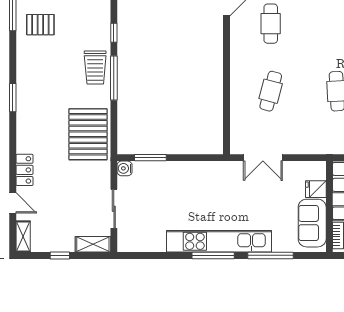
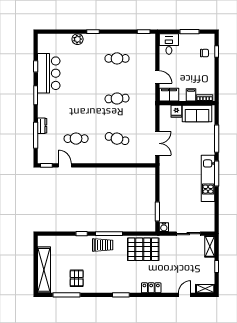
locker: (24, 170) -> (151, 288), moved
kitchen unit: (219, 241) -> (208, 178), width x0.73

